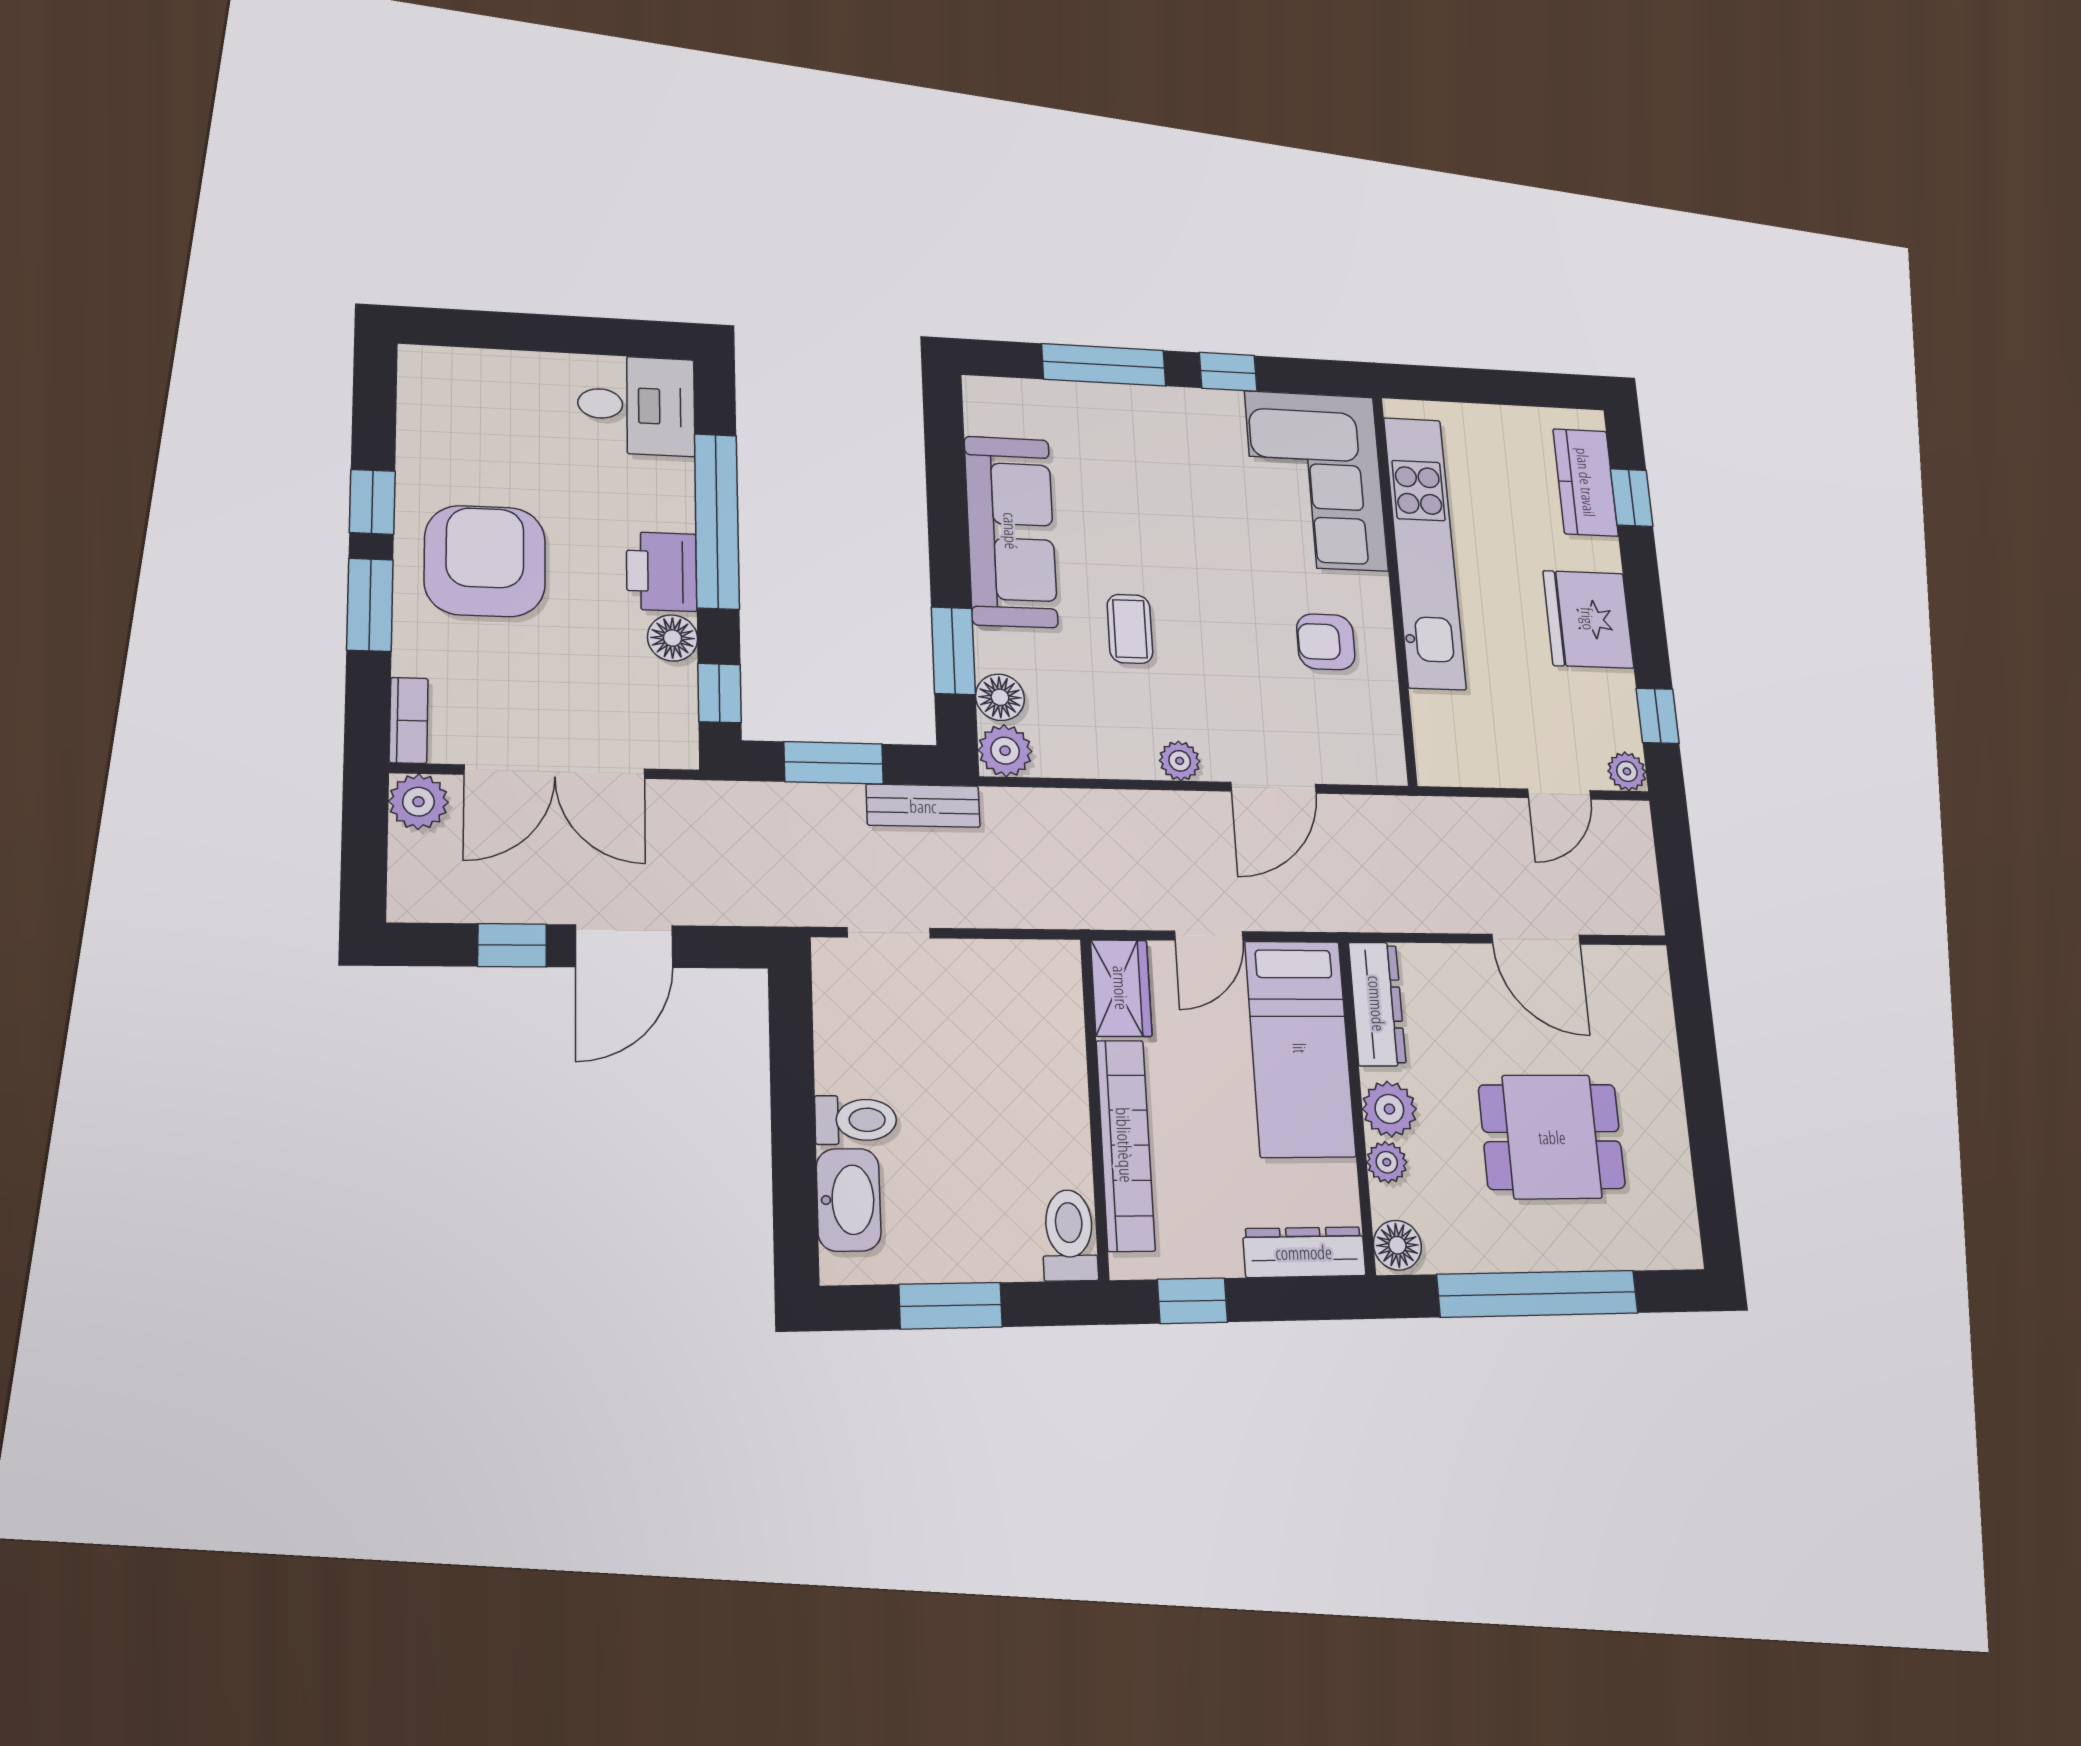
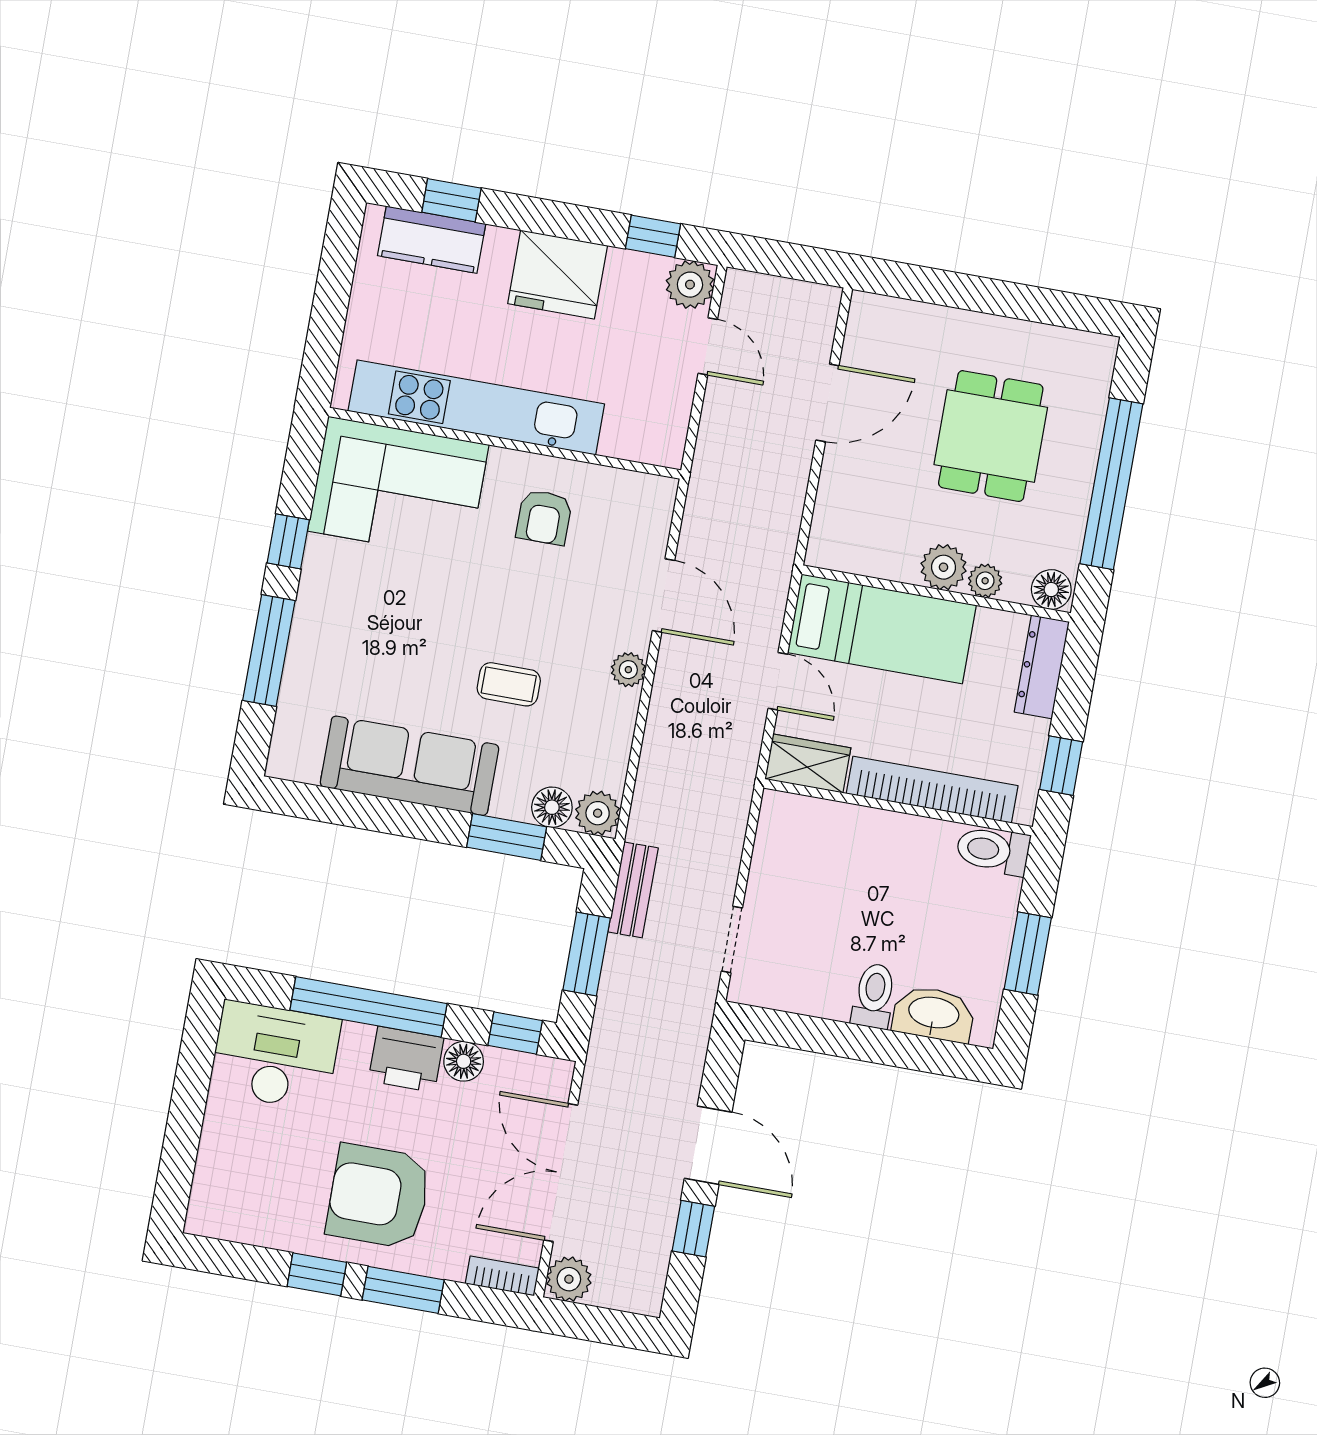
desk: (636, 405) -> (275, 1056), width x1.37
plant: (1627, 771) -> (690, 285), width x1.38, depth x1.38
double door: (555, 772) -> (561, 1173), swing flipped
dresser: (1377, 1004) -> (857, 555), removed

